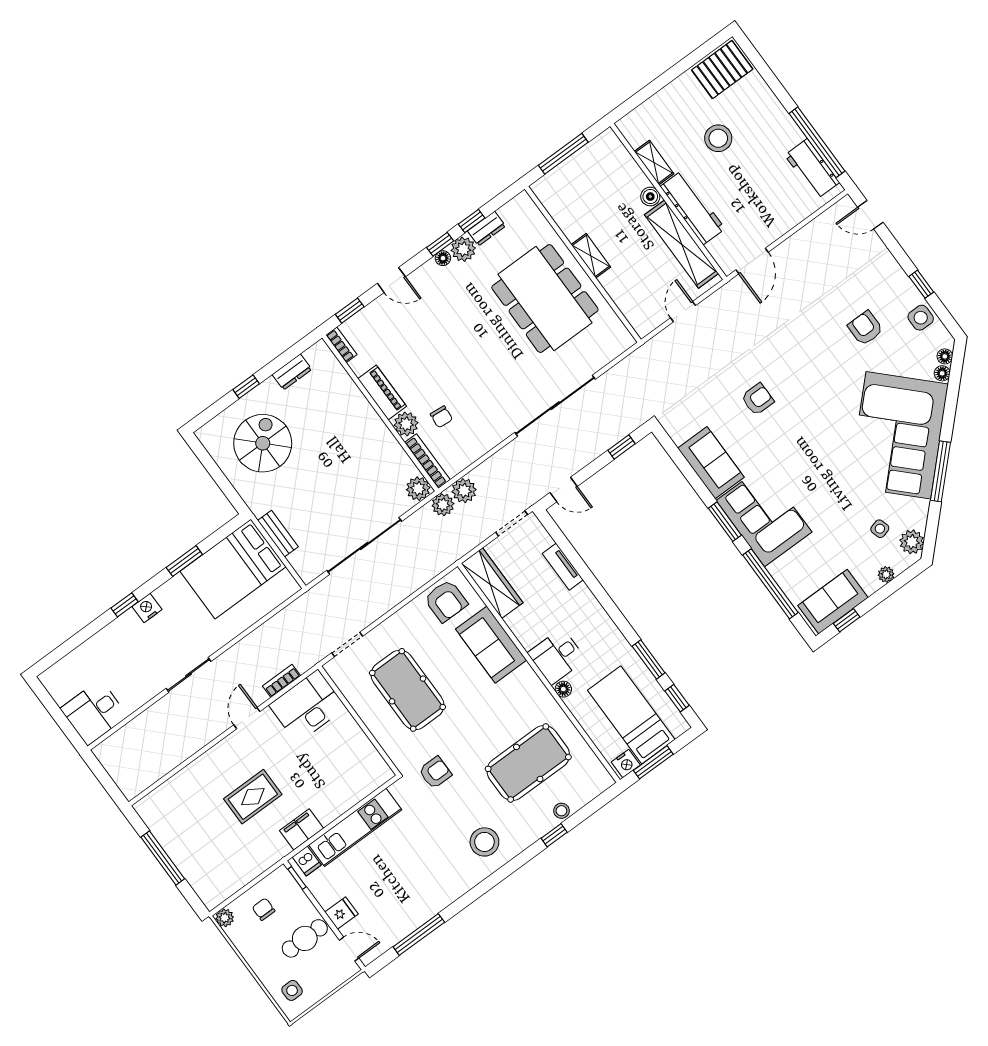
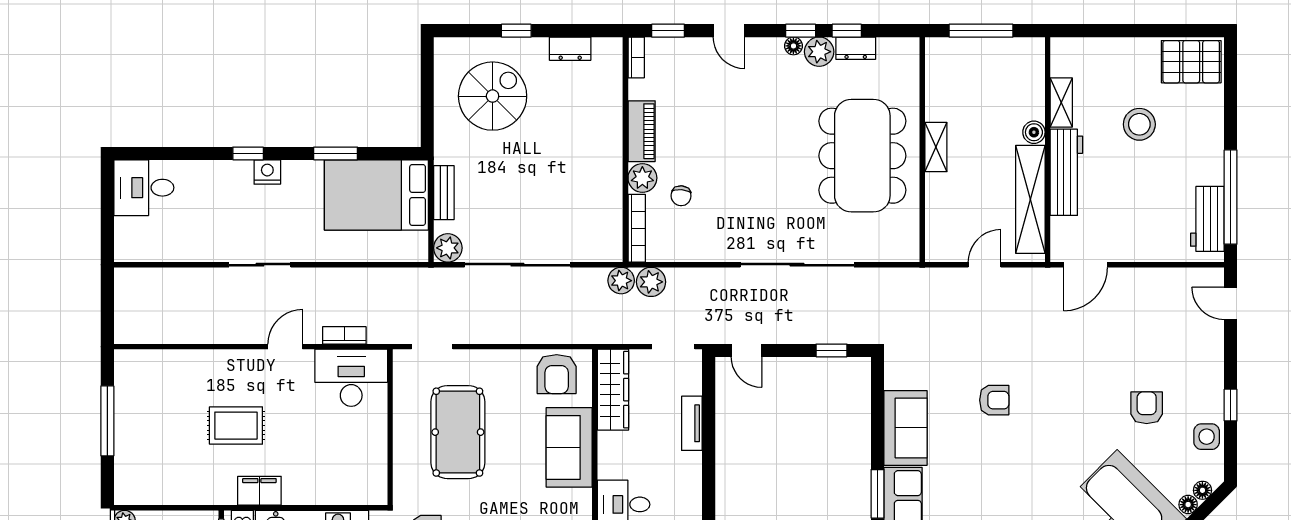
plant: (418, 489) -> (448, 248), moved
desk: (94, 712) -> (144, 188), moved

